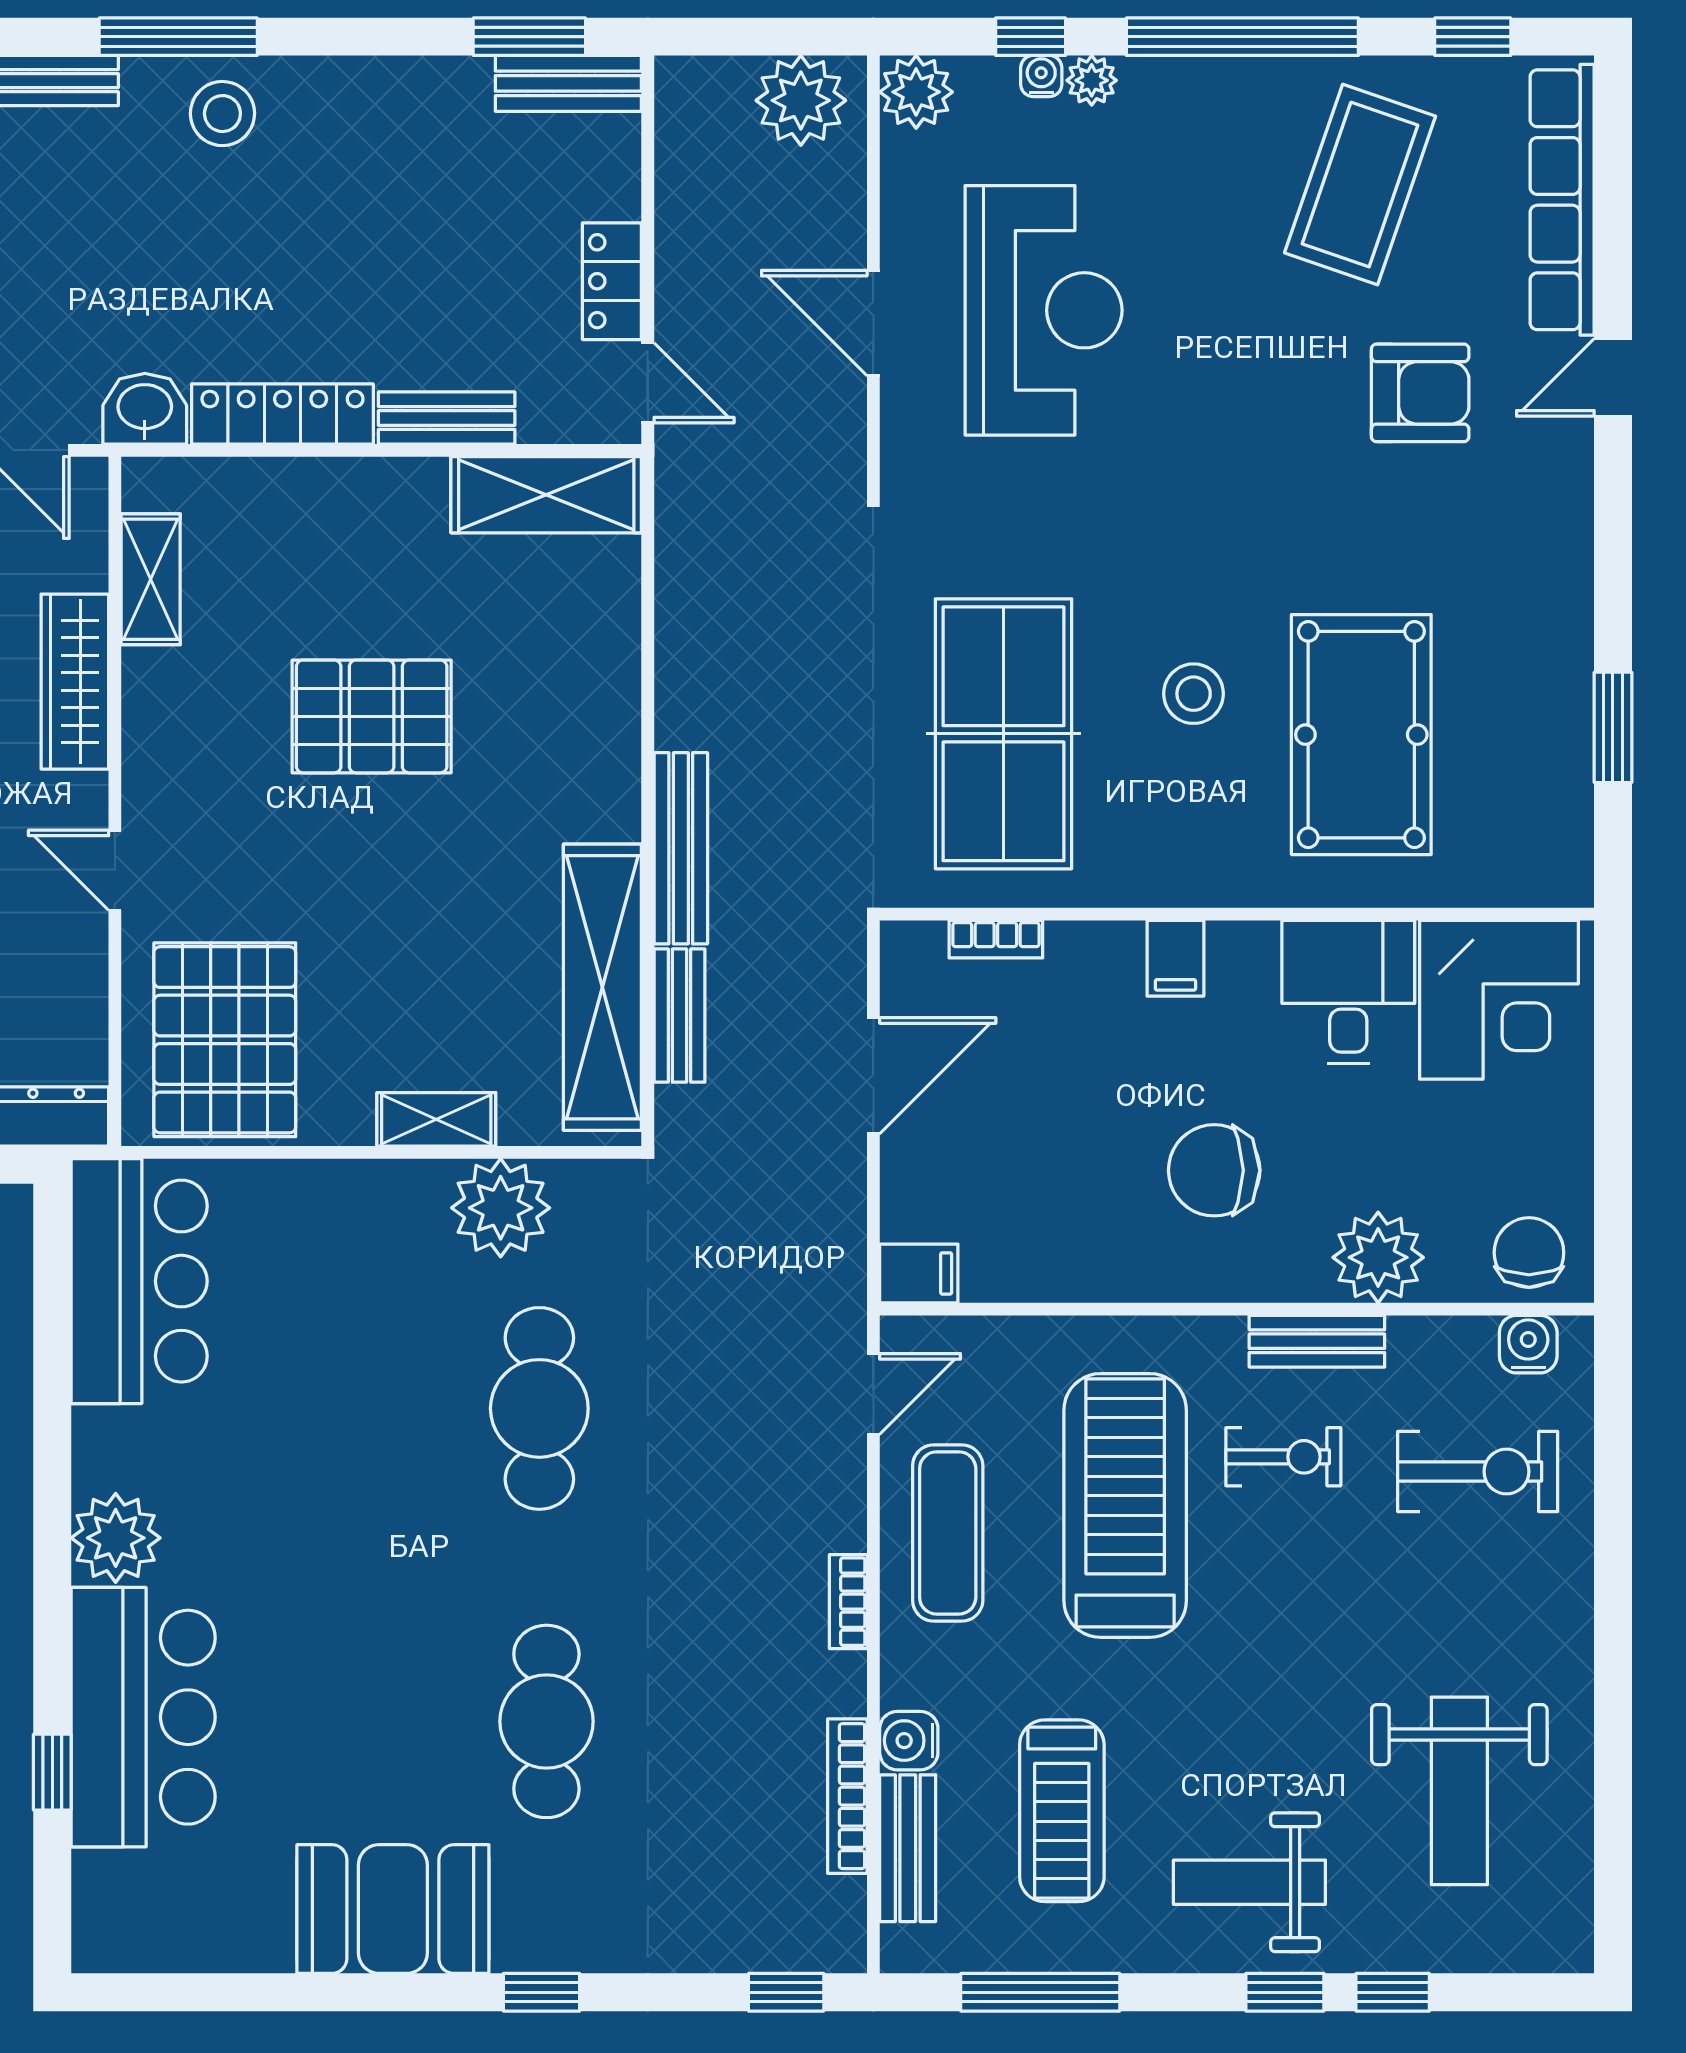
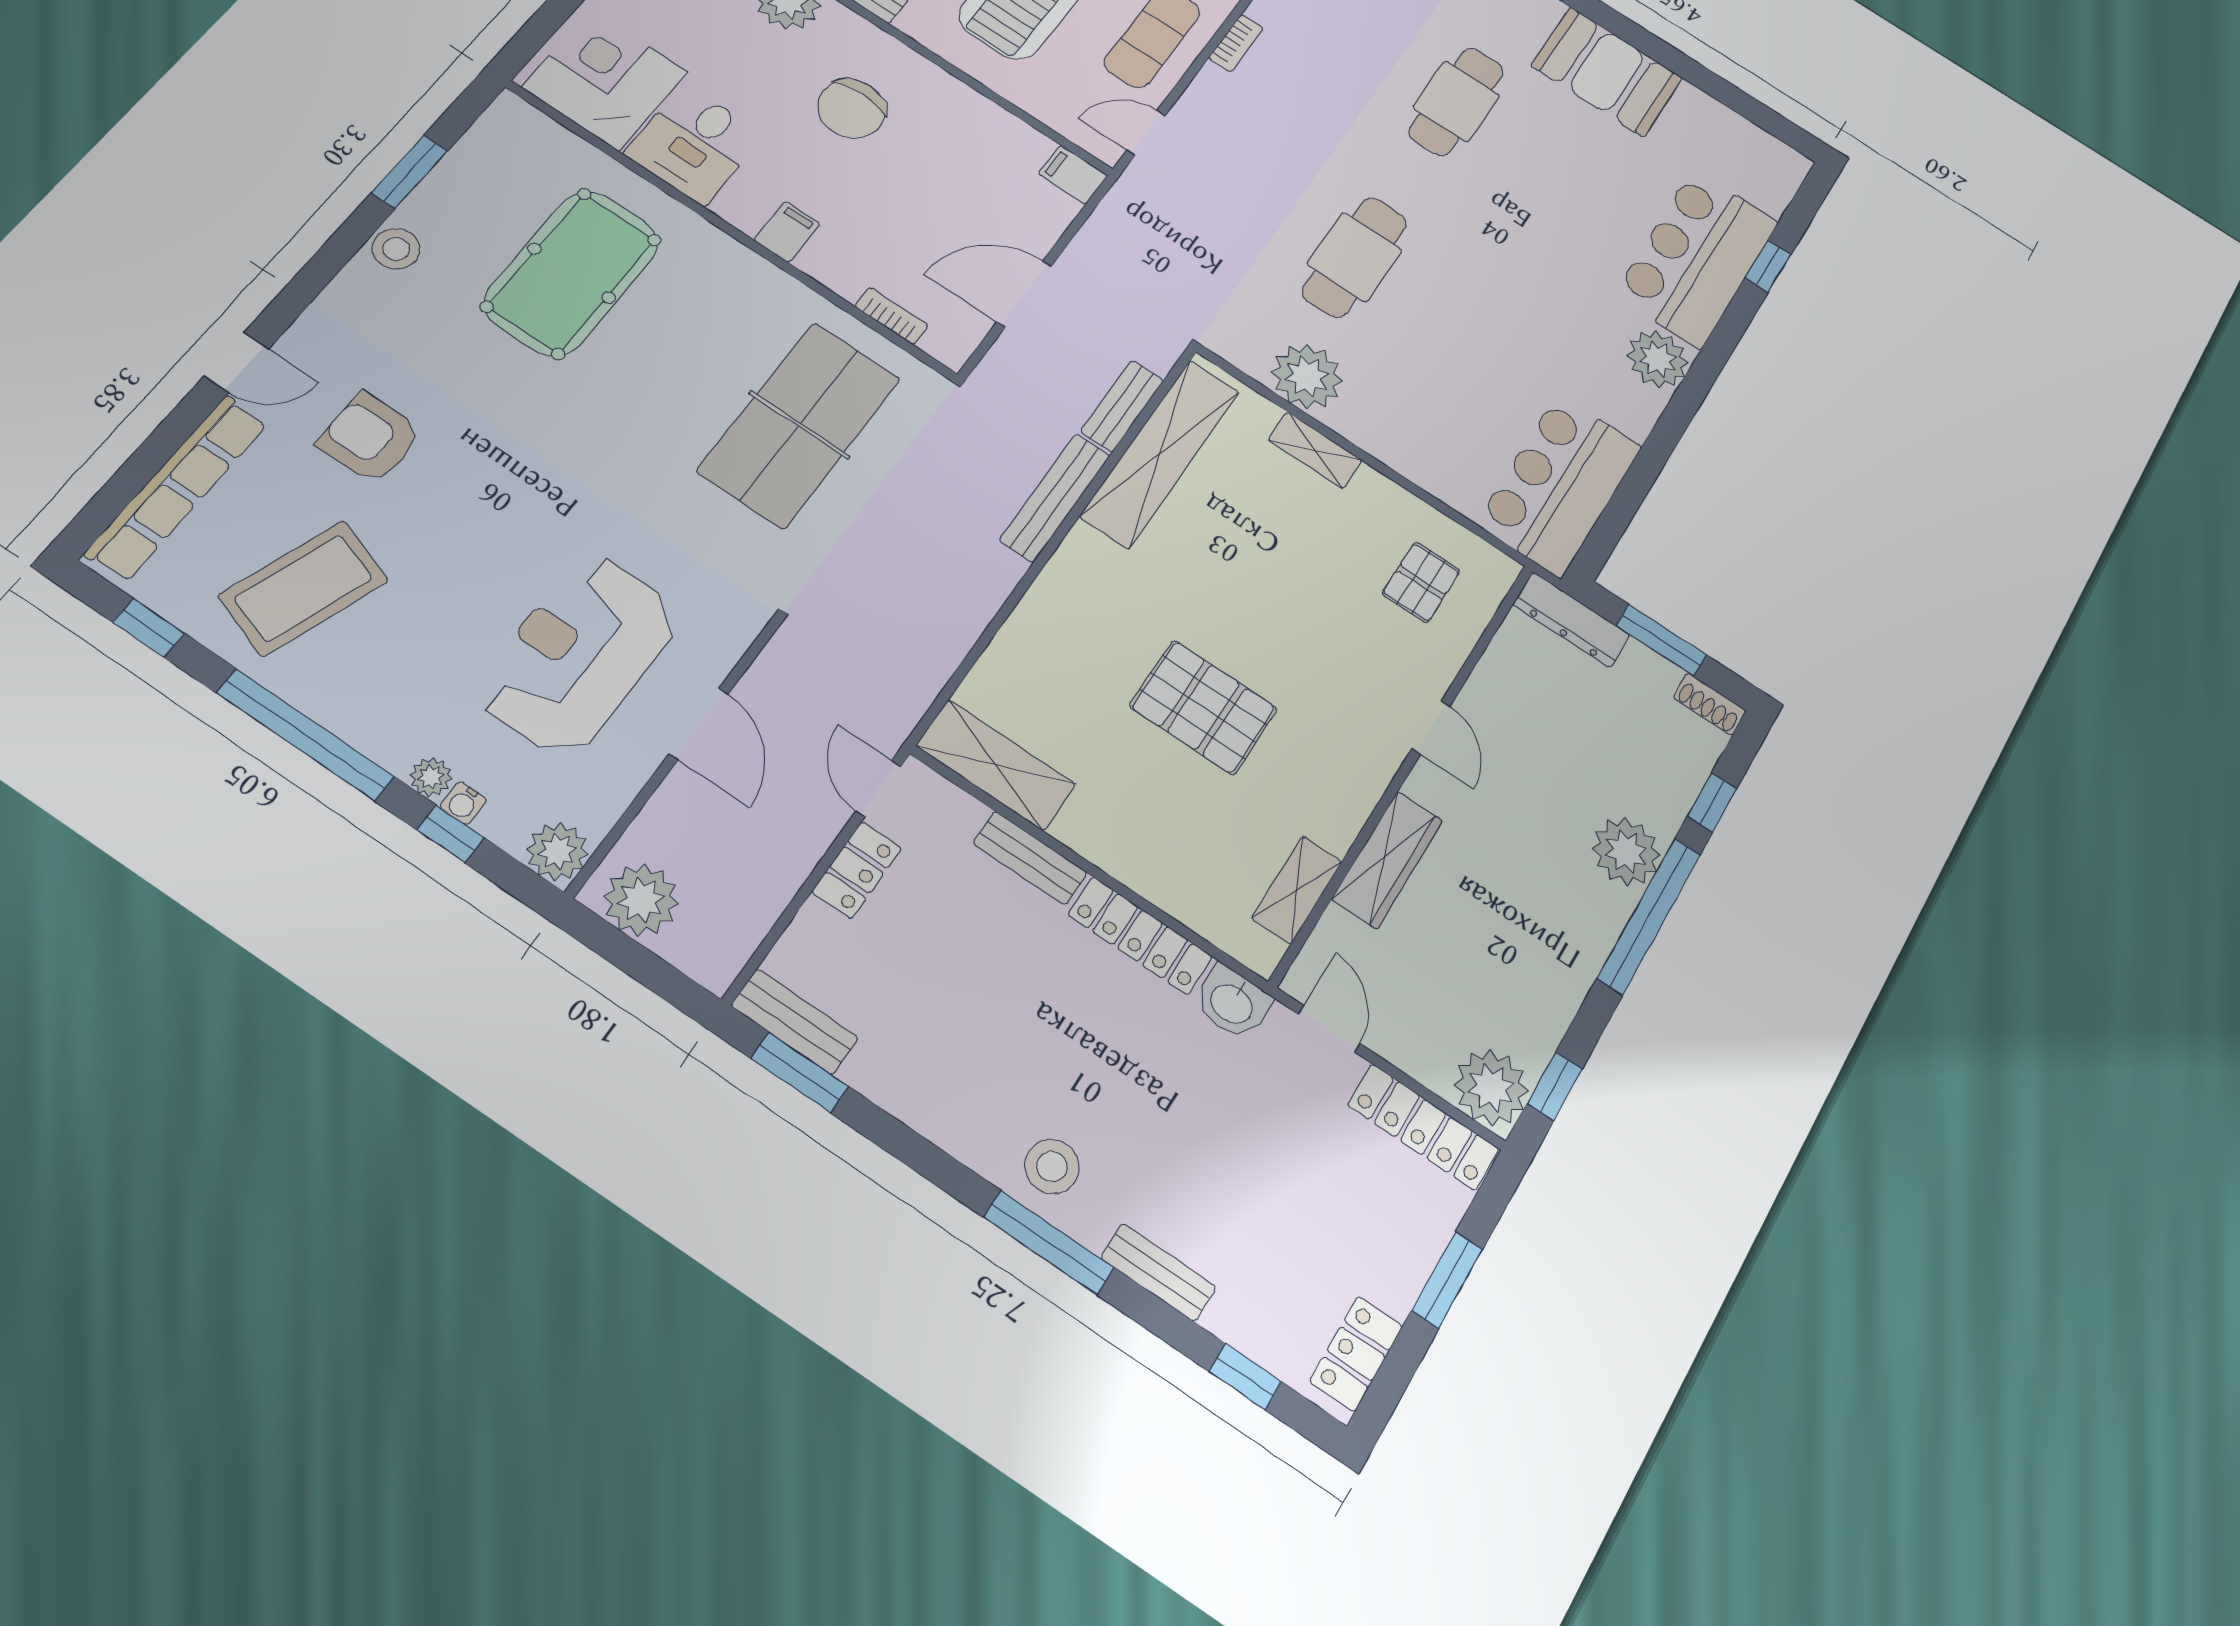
stool: (1194, 694) -> (396, 249), moved
pallet: (225, 1040) -> (1421, 582), width x0.49, depth x0.50
chair: (1214, 1170) -> (852, 109), turned 90

